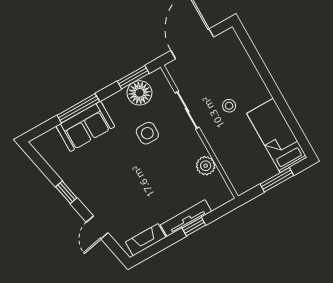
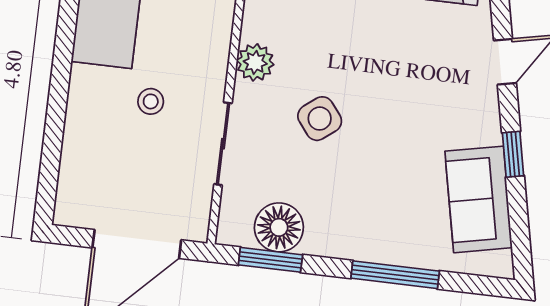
sofa: (85, 126) -> (479, 199), moved, turned -102
side table: (147, 133) -> (320, 119), moved, turned -38
plant: (206, 166) -> (255, 62), moved

